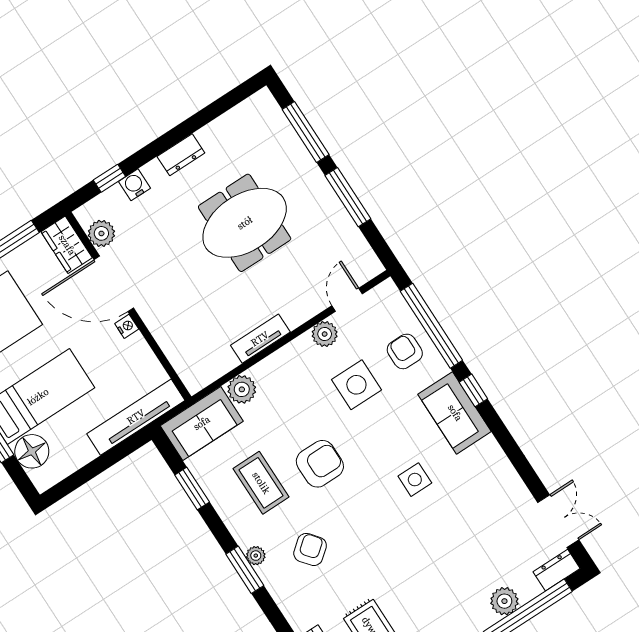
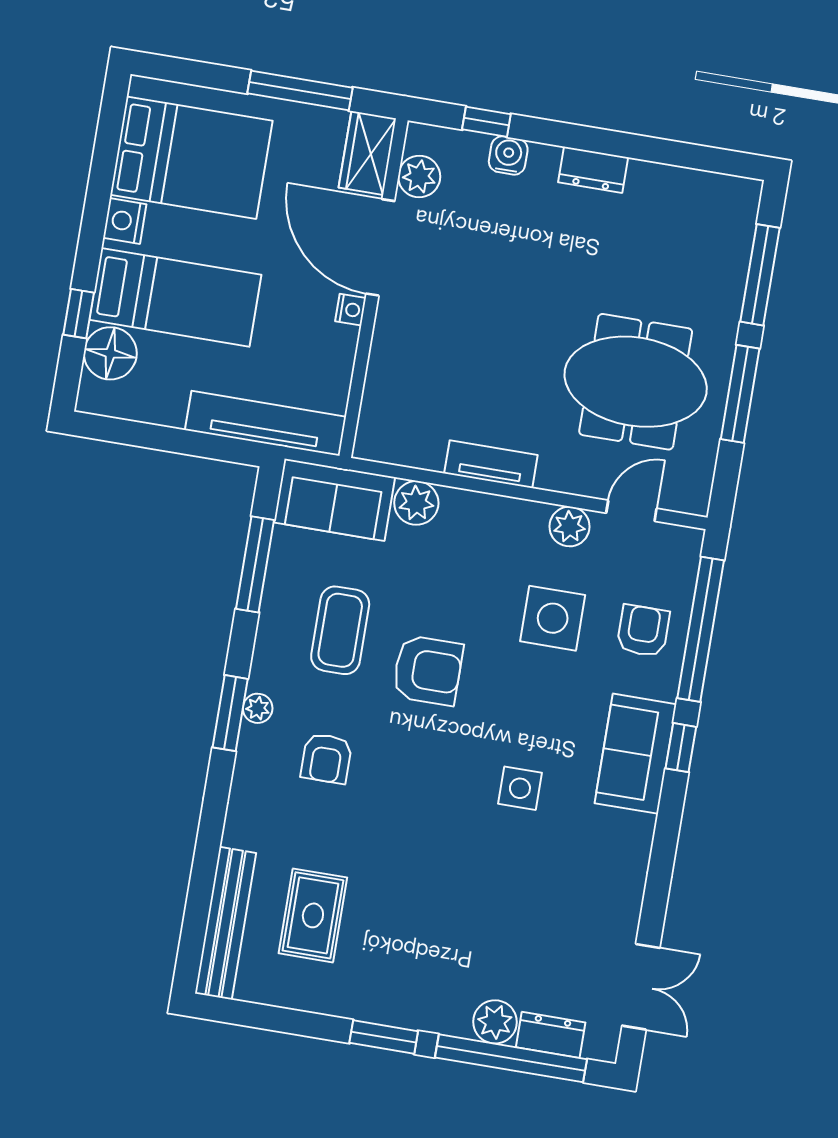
meeting table: (245, 223) -> (636, 382), moved
window: (192, 489) -> (255, 564), width x1.44
armchair: (310, 549) -> (326, 758), turned 129
dresser: (557, 570) -> (551, 1035), moved

